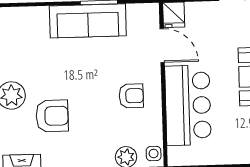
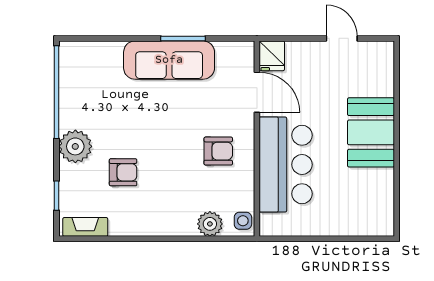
armchair: (52, 116) -> (123, 172), width x0.72, depth x0.72

